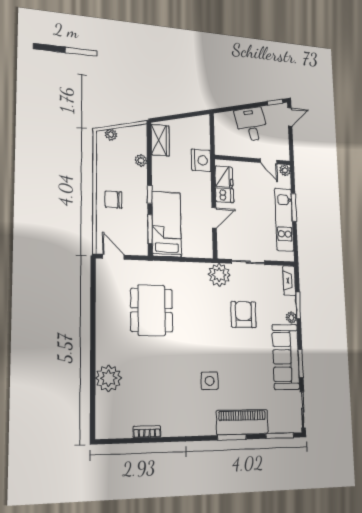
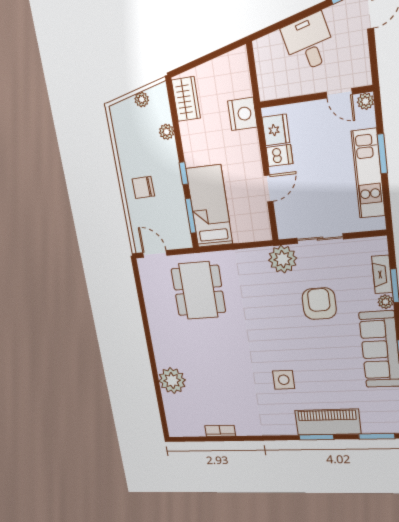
plant: (111, 135) -> (142, 99), moved
fireplace: (289, 281) -> (382, 274), moved
dining table: (152, 310) -> (198, 290), moved

